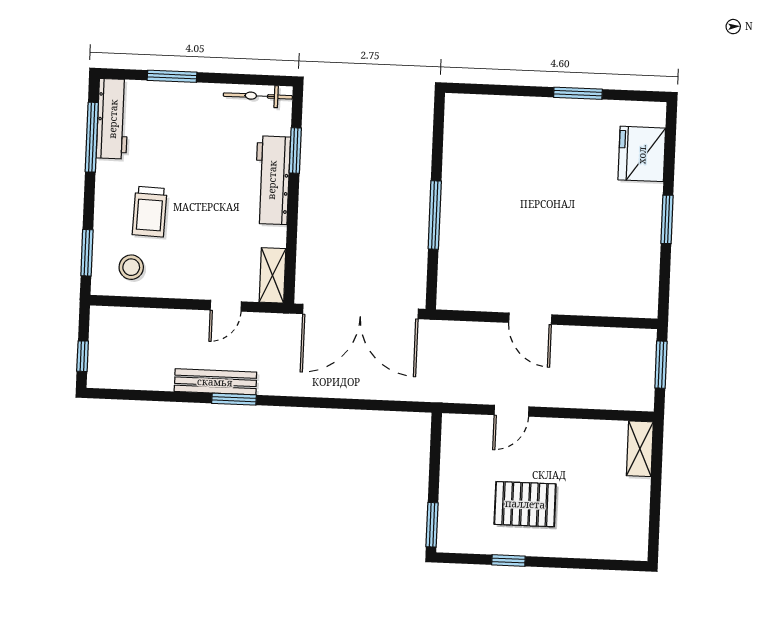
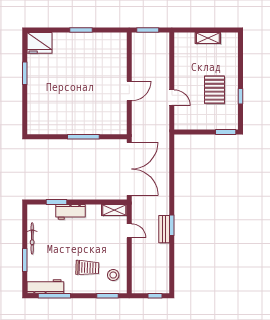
bicycle: (258, 96) -> (32, 238), moved
fridge: (642, 154) -> (39, 43), moved
workbench: (272, 180) -> (71, 212), width x0.73
bench: (215, 382) -> (164, 229), width x0.73
shelving: (640, 449) -> (208, 38), moved

